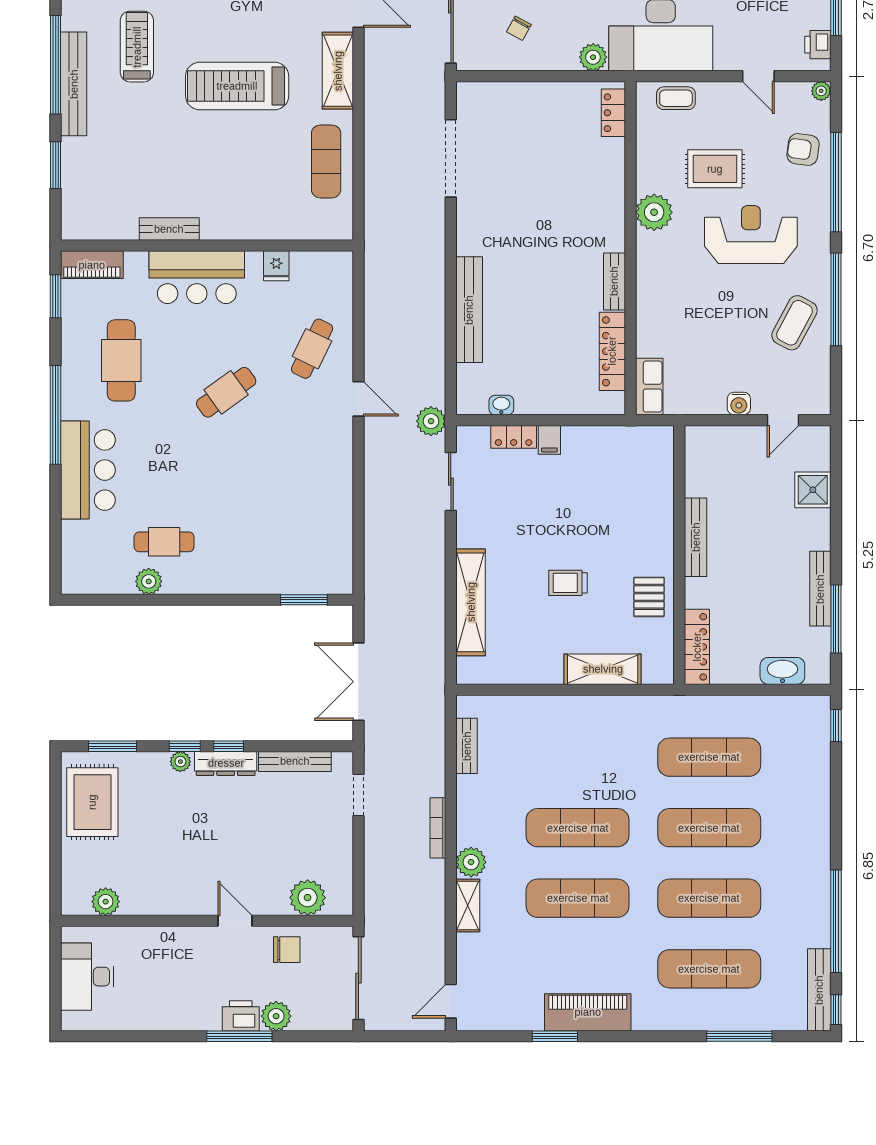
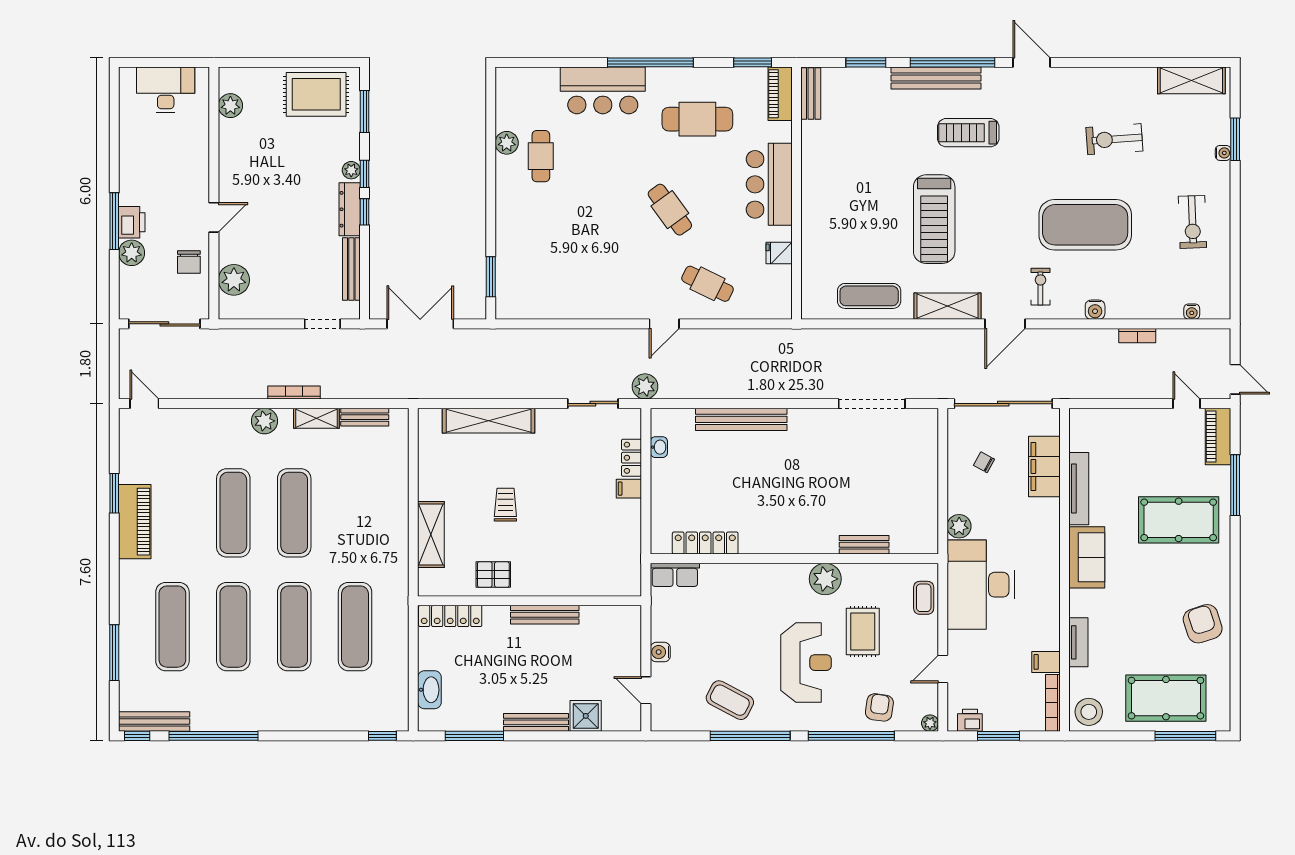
treadmill: (137, 47) -> (968, 133), turned 180
treadmill: (237, 86) -> (934, 219), turned 180
locker: (613, 113) -> (911, 544), removed
bench: (169, 229) -> (811, 94), moved
bench: (614, 281) -> (864, 545), moved
bench: (820, 589) -> (536, 722), moved
shelving: (468, 906) -> (316, 418), moved

